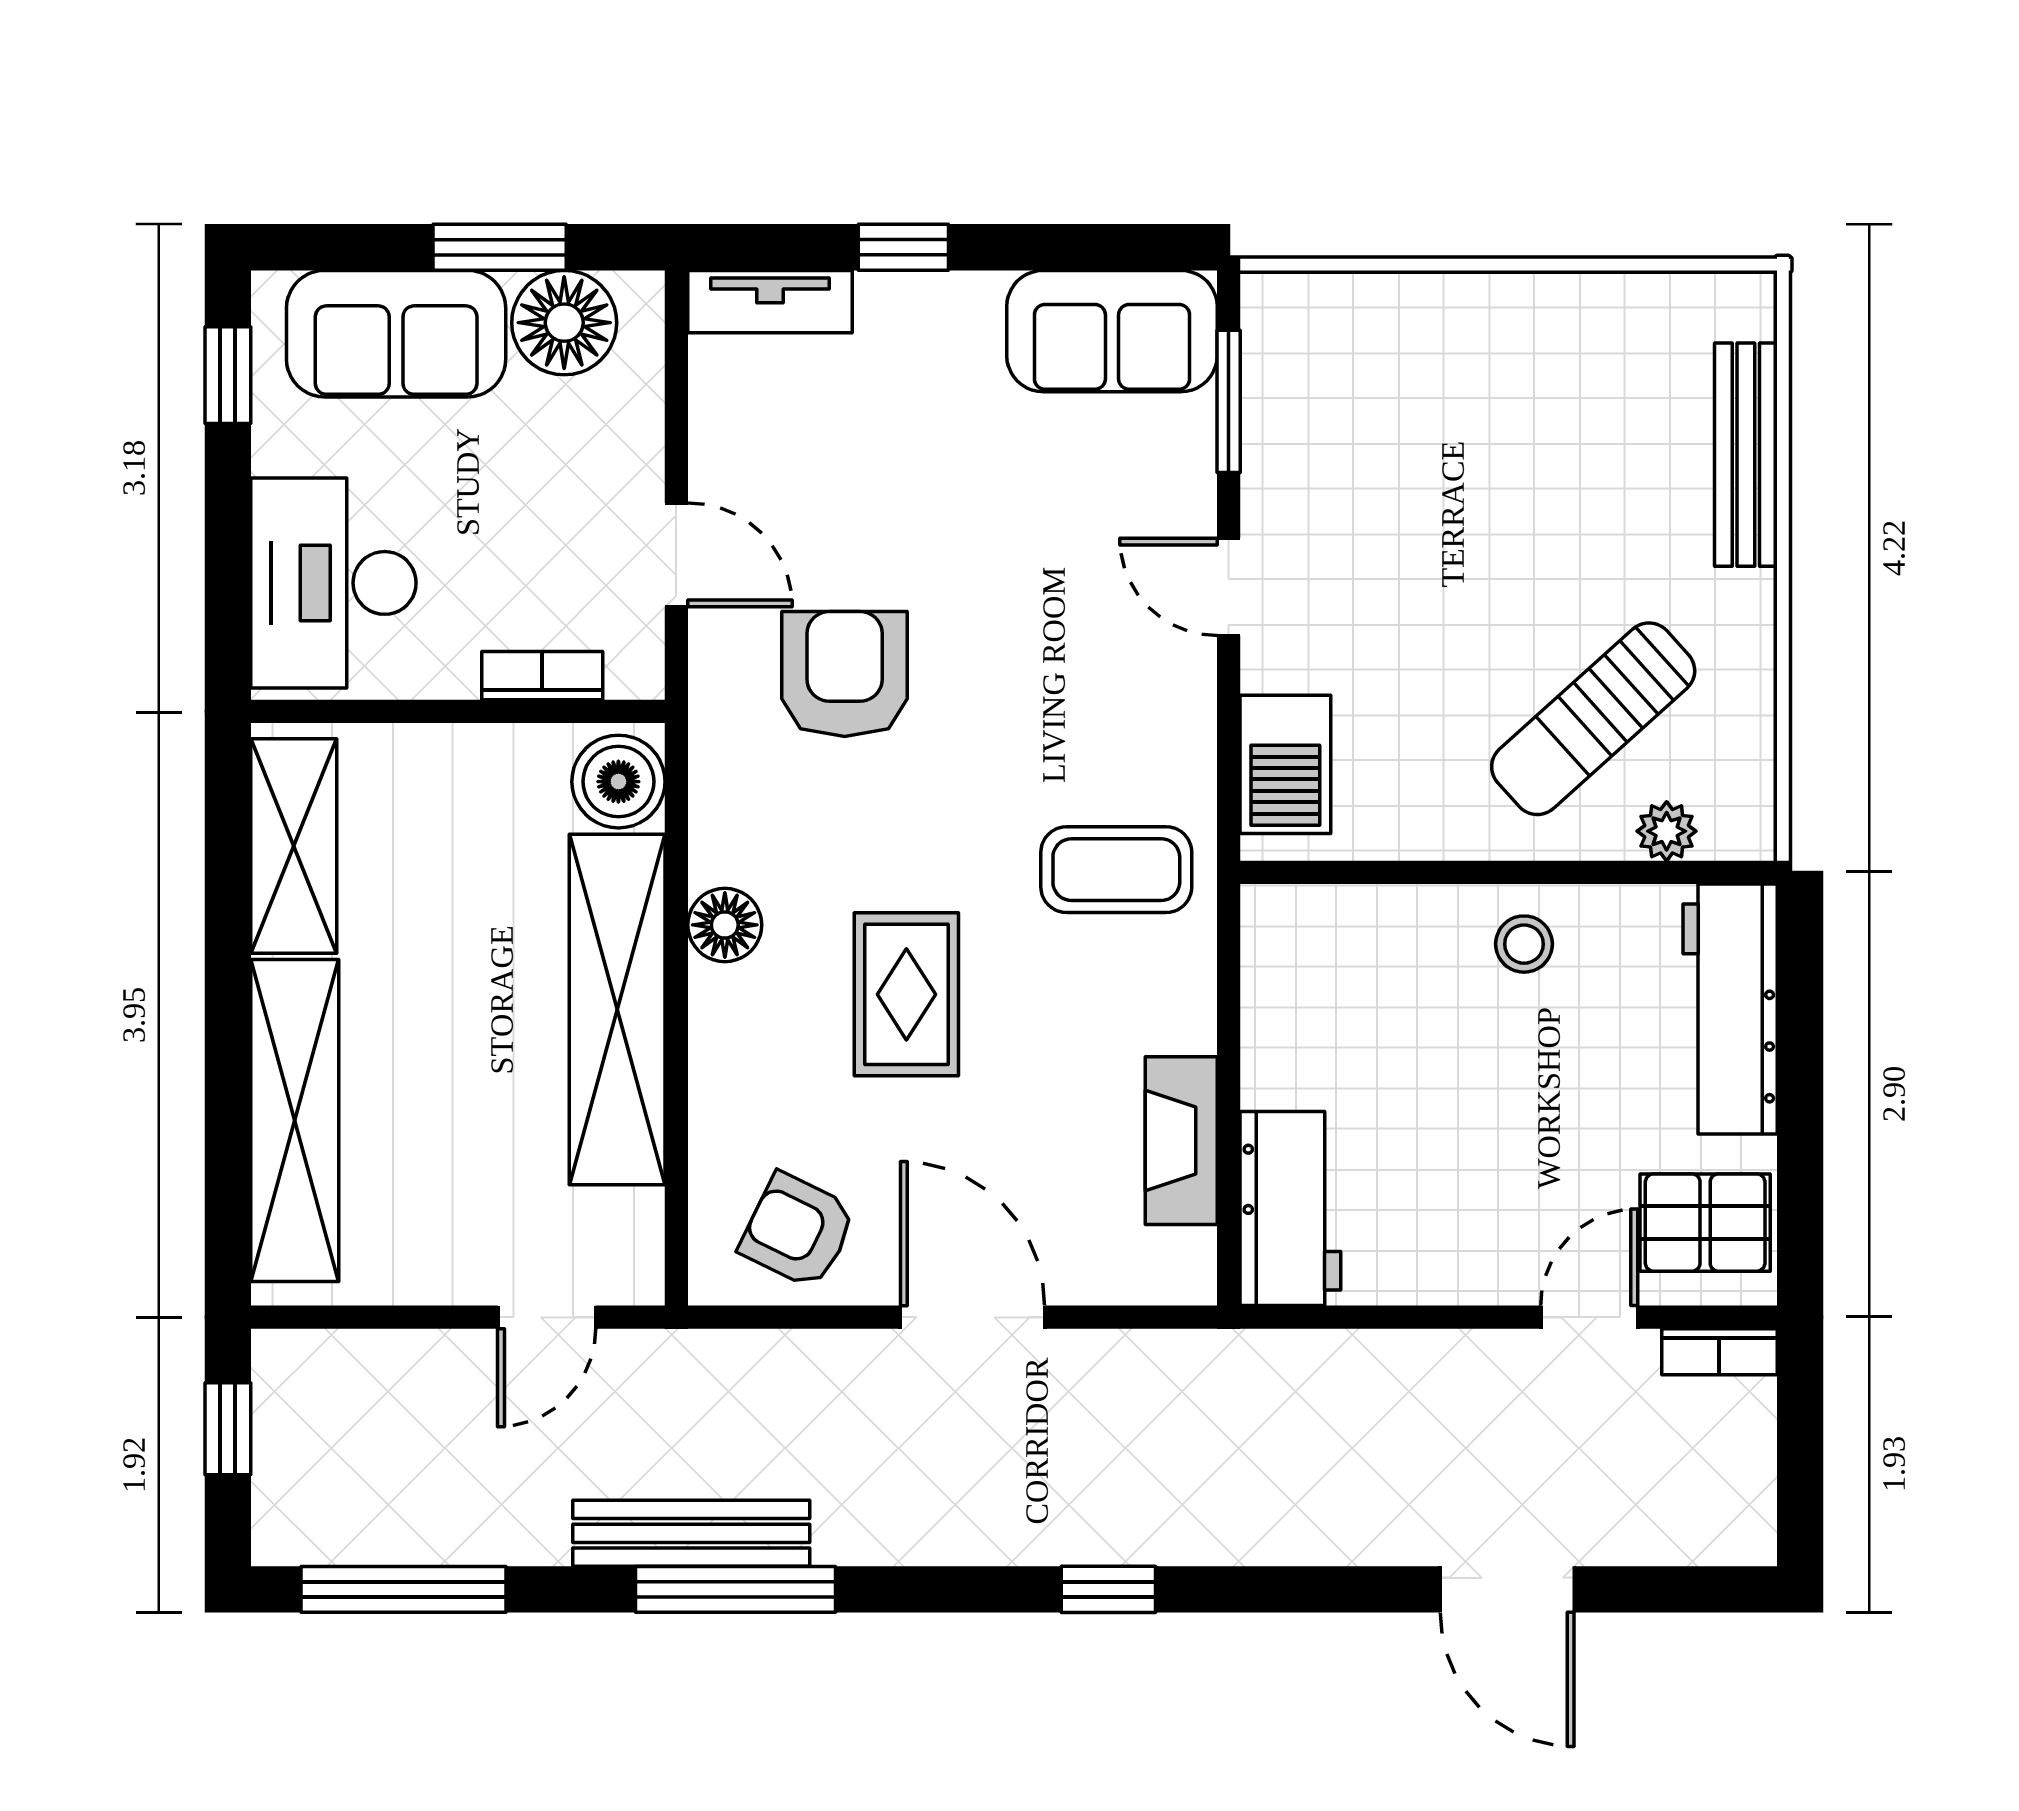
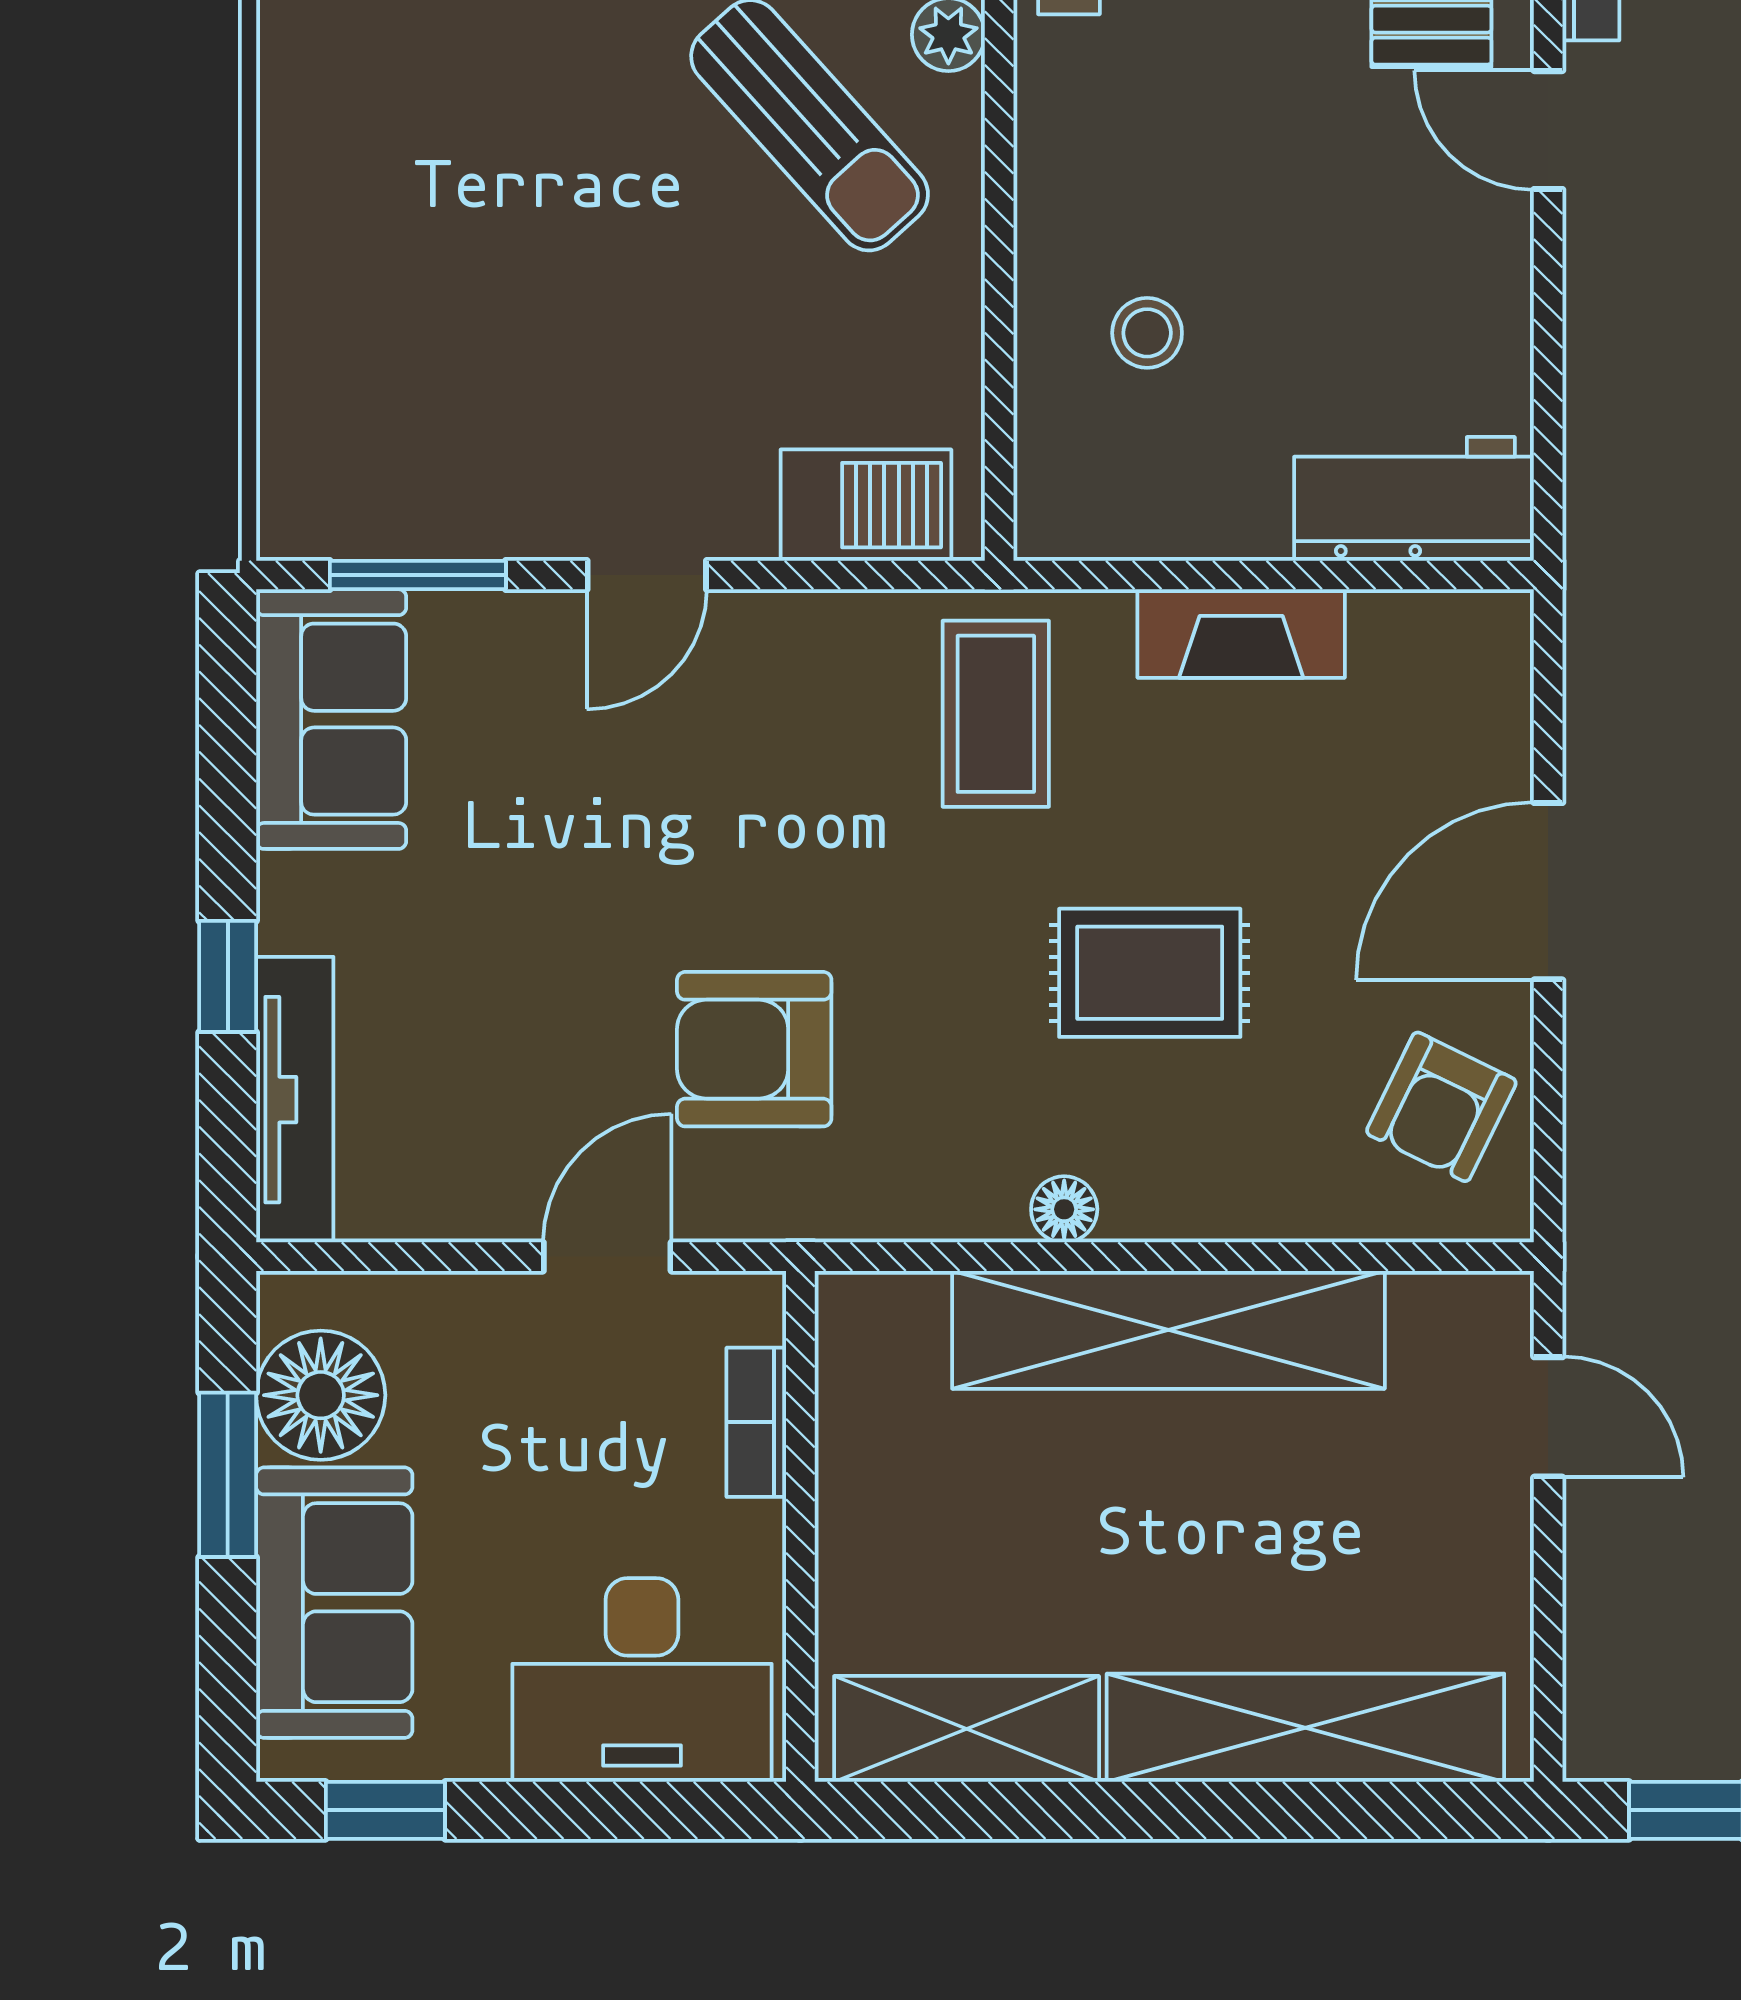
tv unit: (770, 302) -> (295, 1100), width x1.41
boiler: (618, 782) -> (887, 1328), removed
floor lamp: (725, 925) -> (1064, 1209), width x0.73, depth x0.73
stool: (1524, 944) -> (1147, 333), moved
fireplace: (1181, 1141) -> (1241, 634), moved

